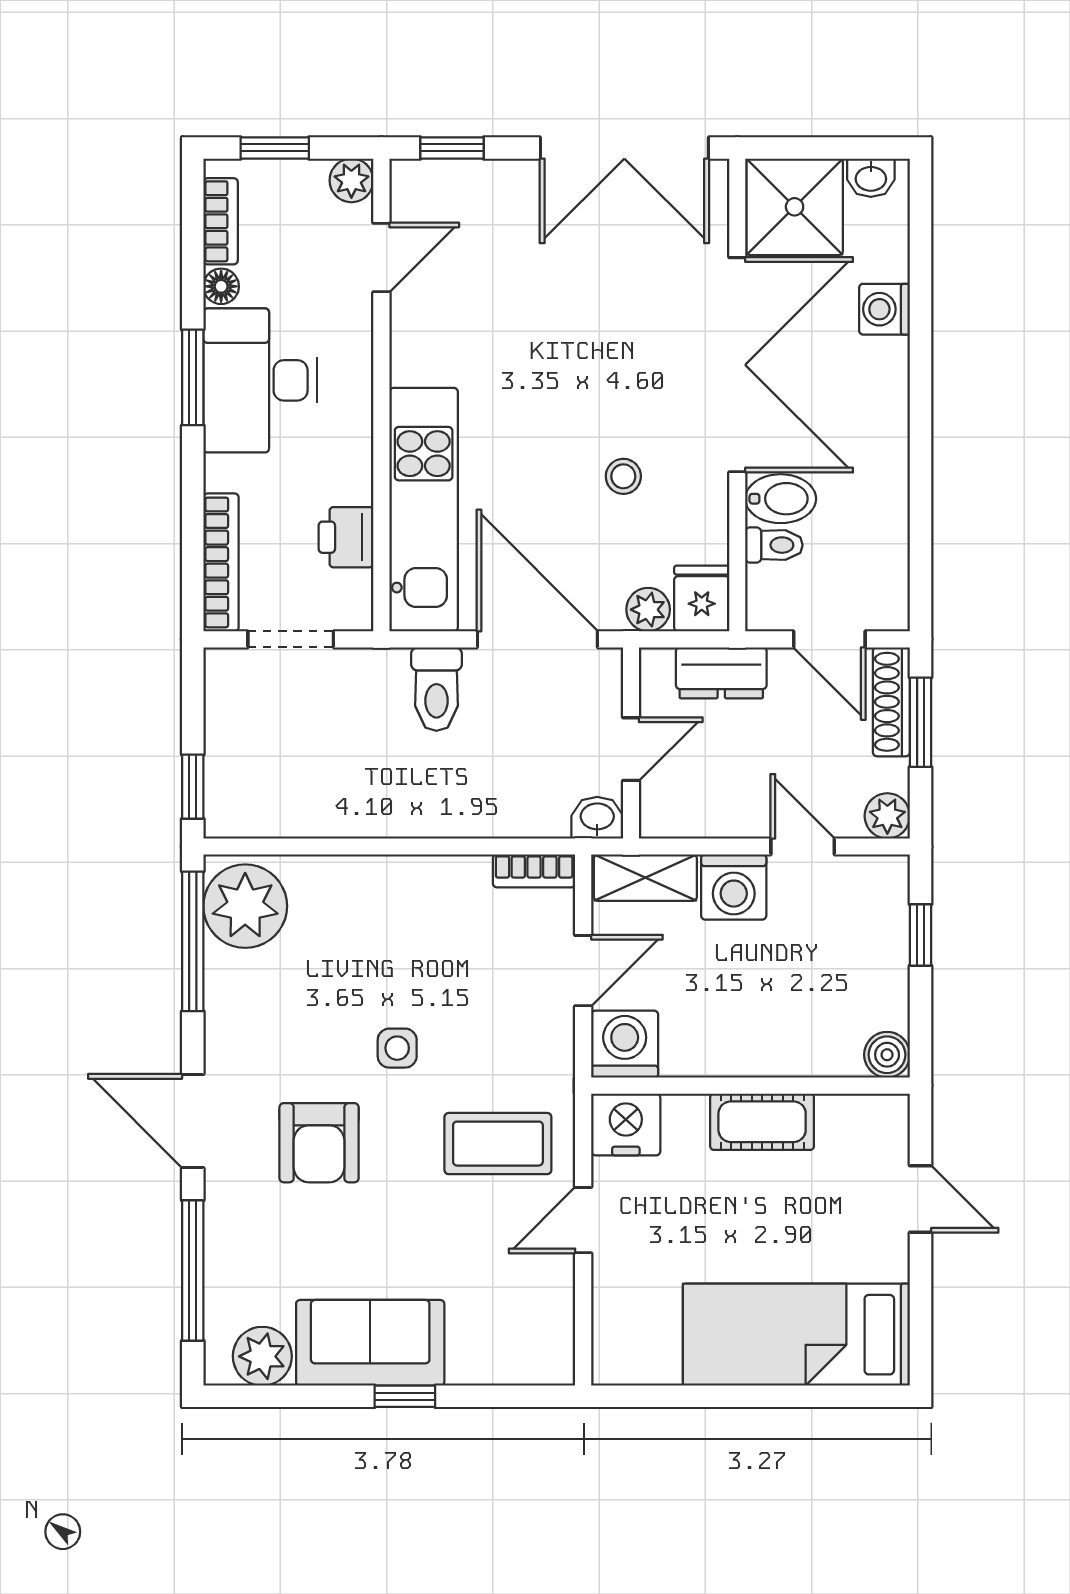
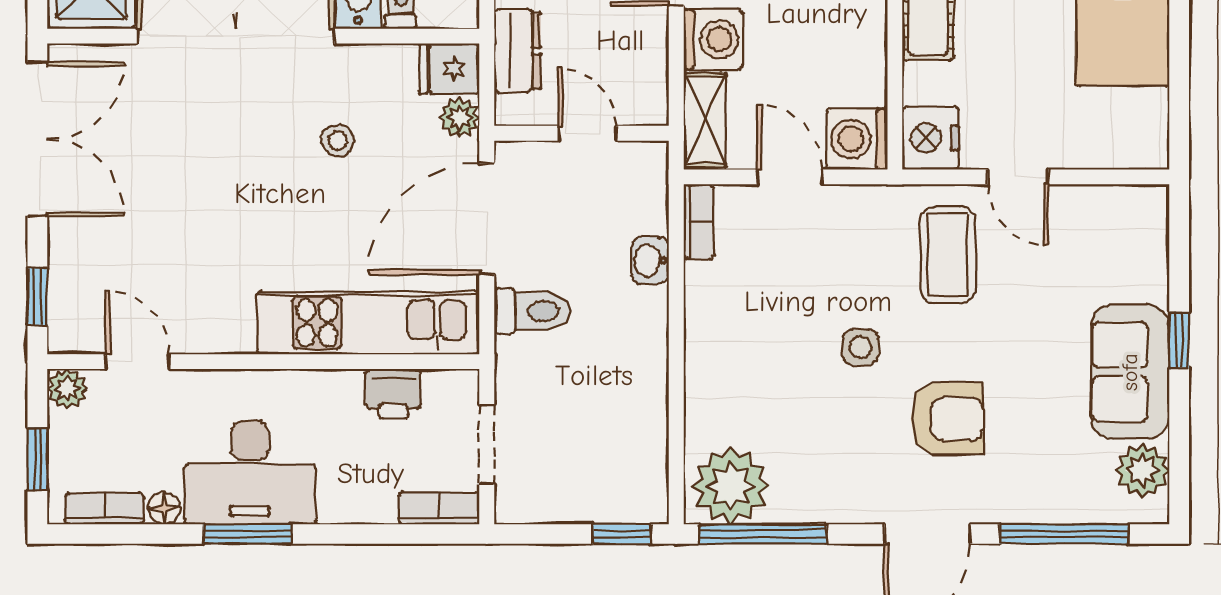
bookcase: (221, 562) -> (439, 508), width x0.64
washbasin: (597, 818) -> (650, 260), moved

